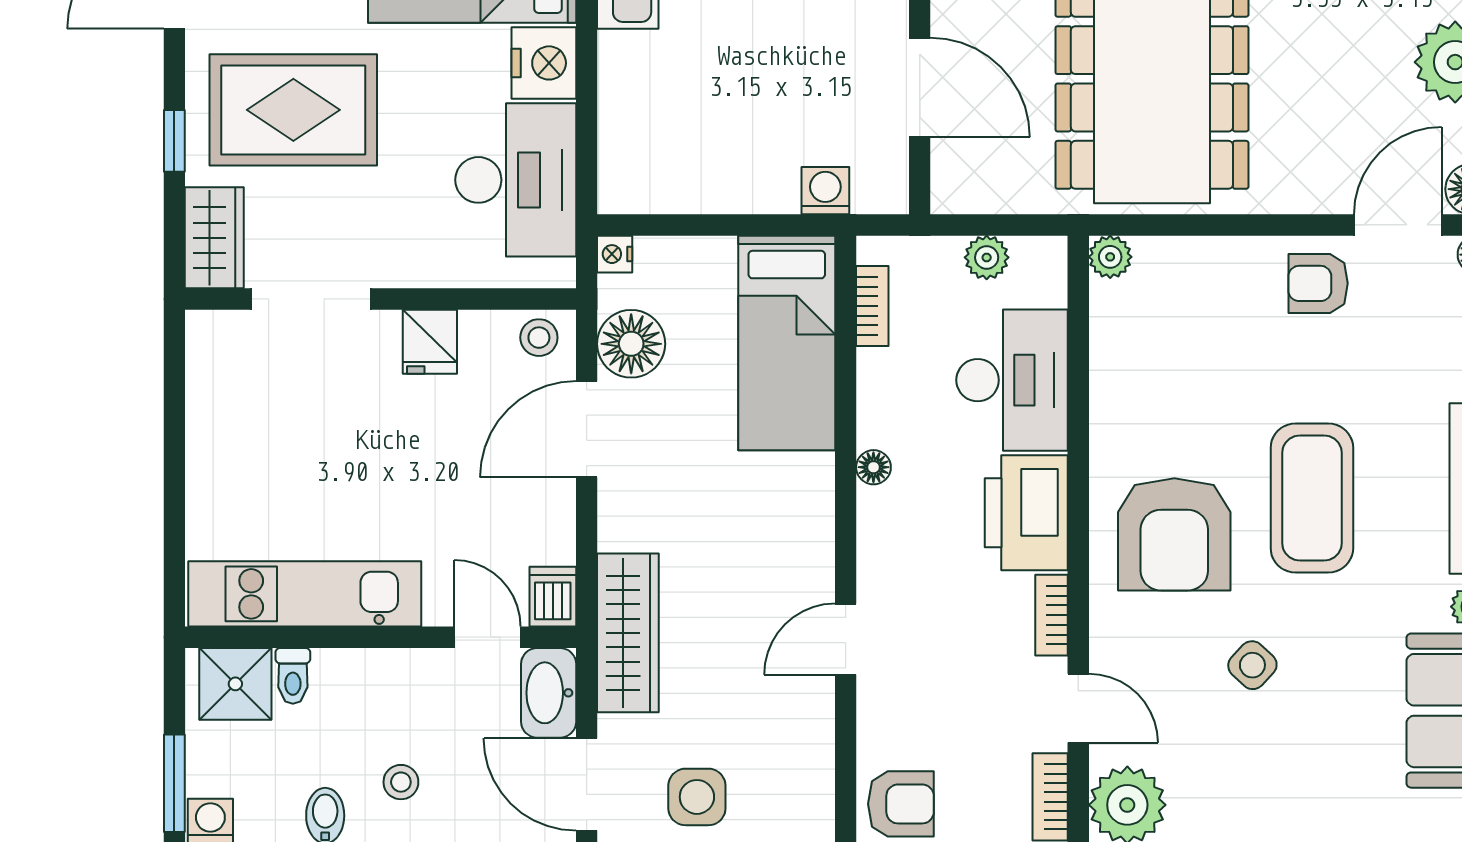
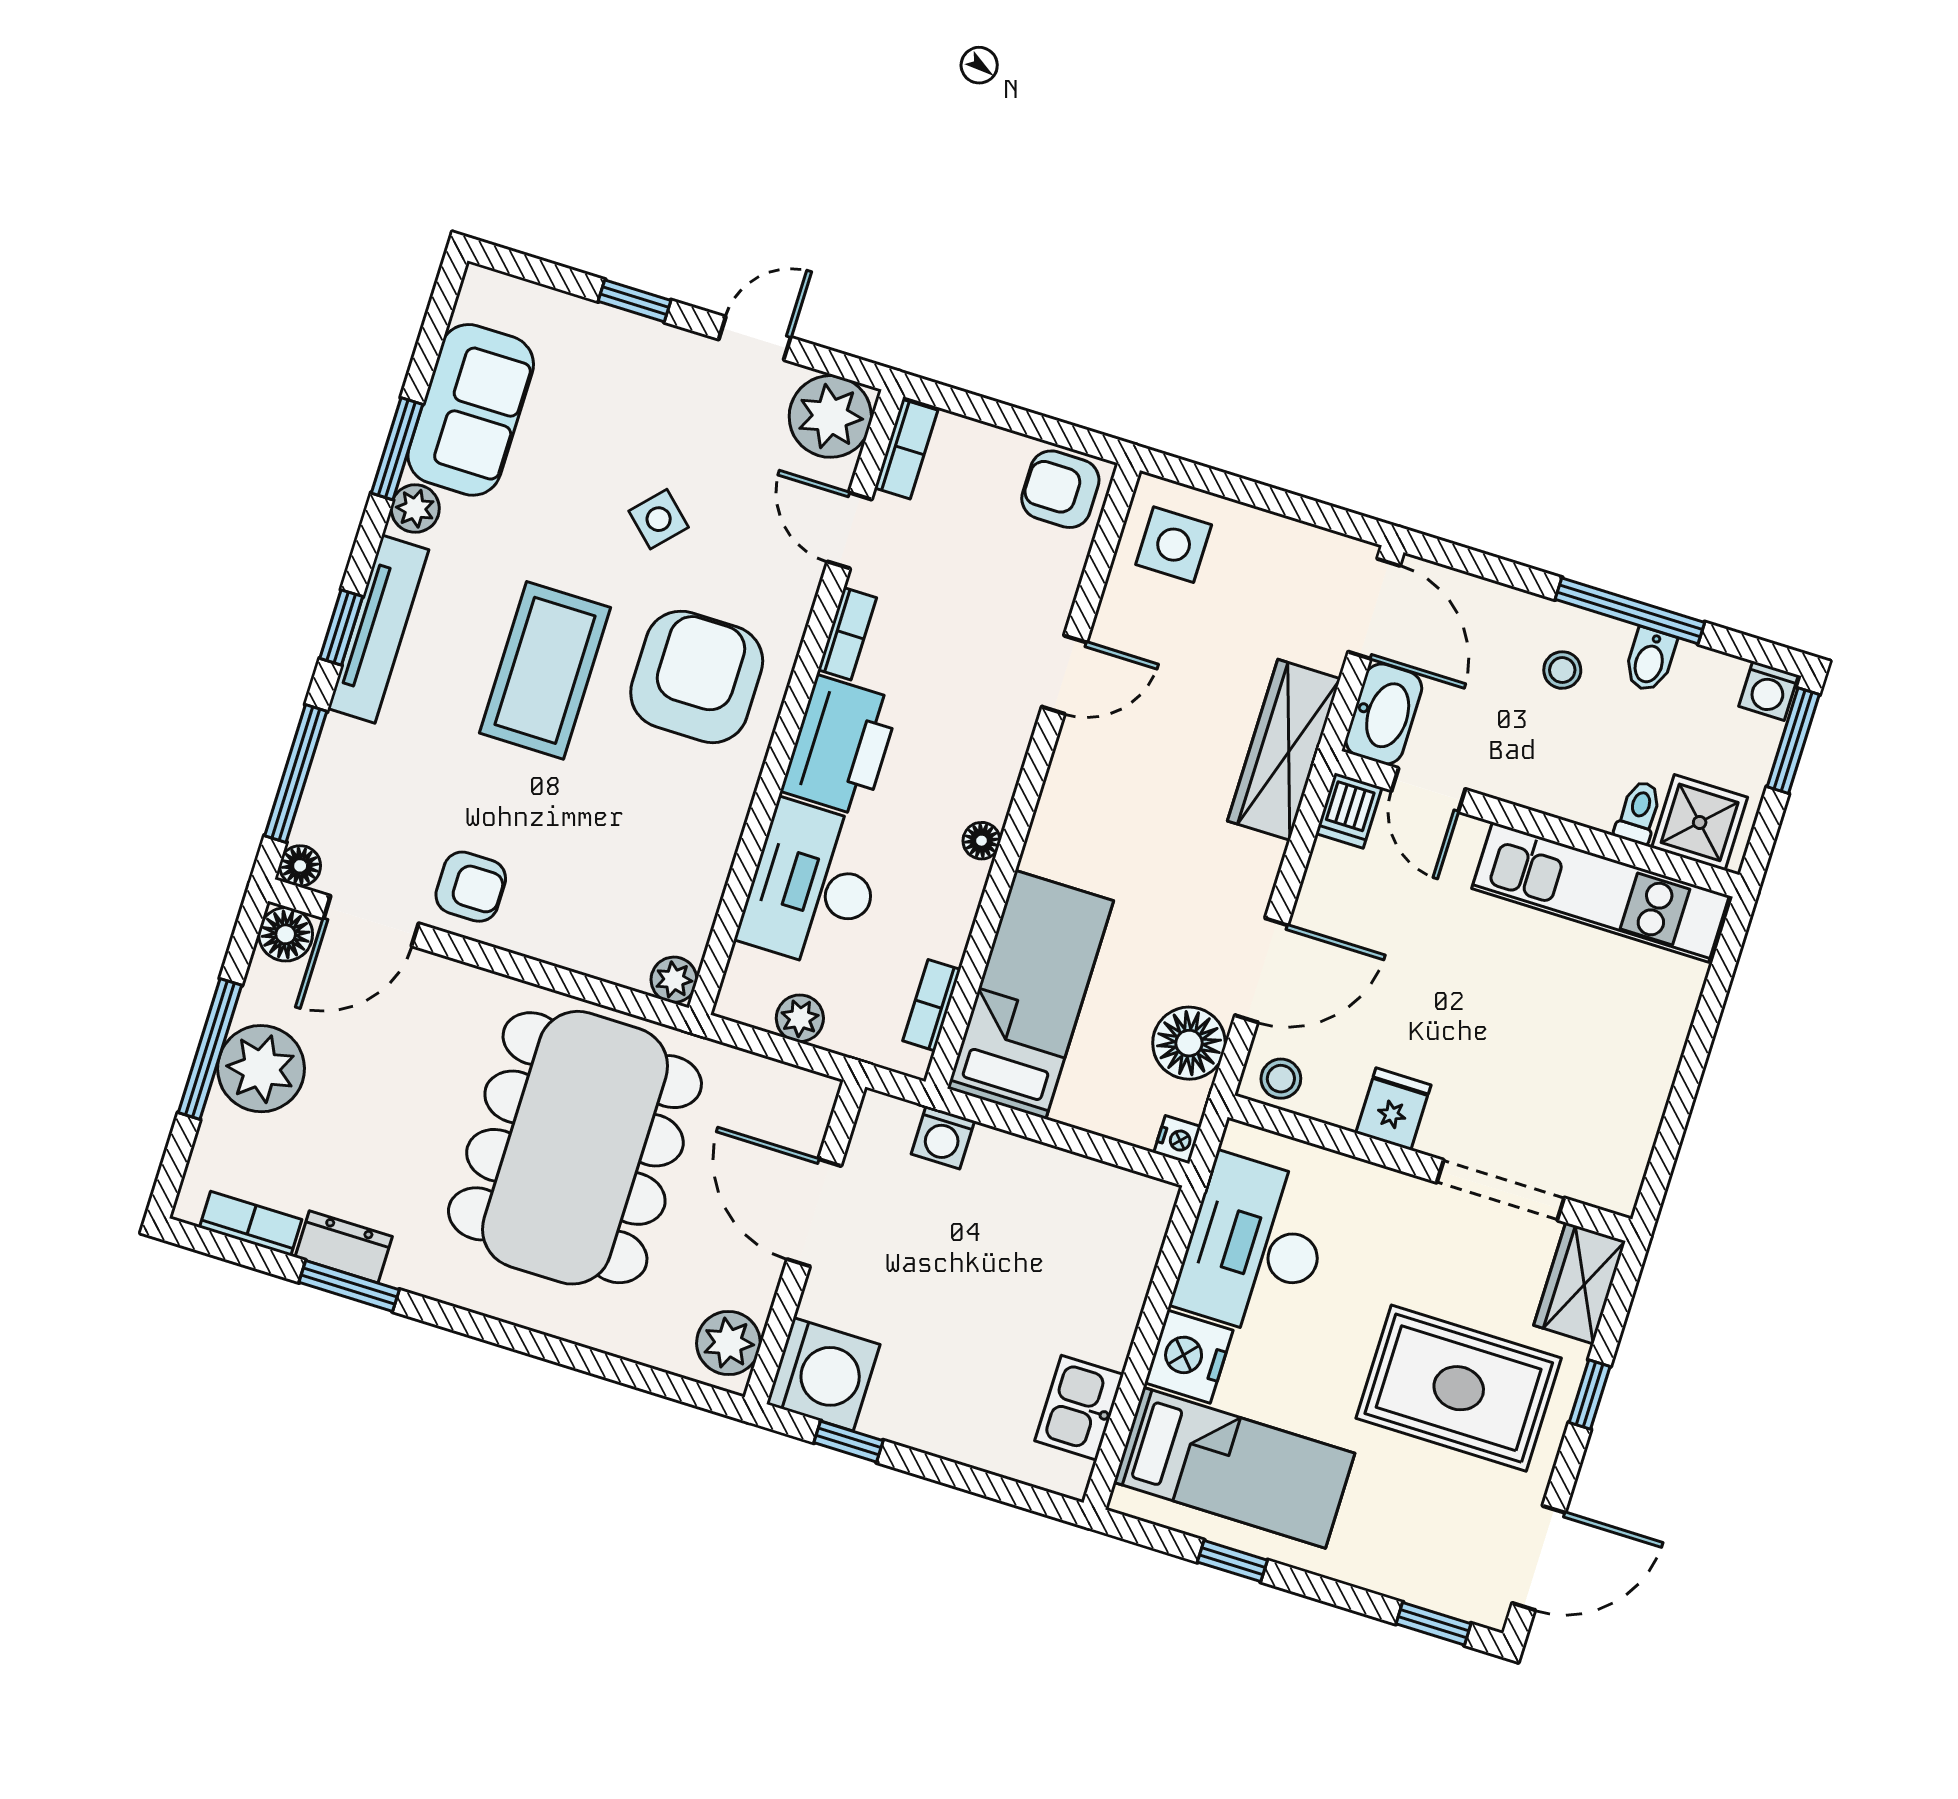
side table: (697, 797) -> (1174, 545), moved

